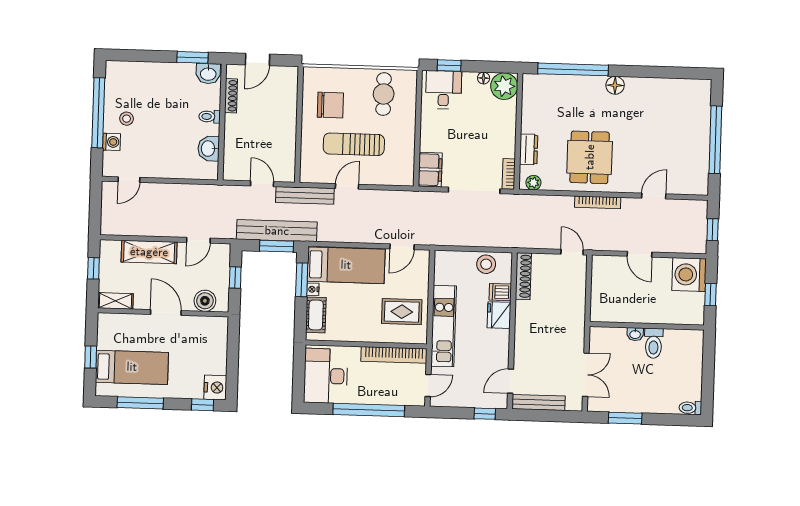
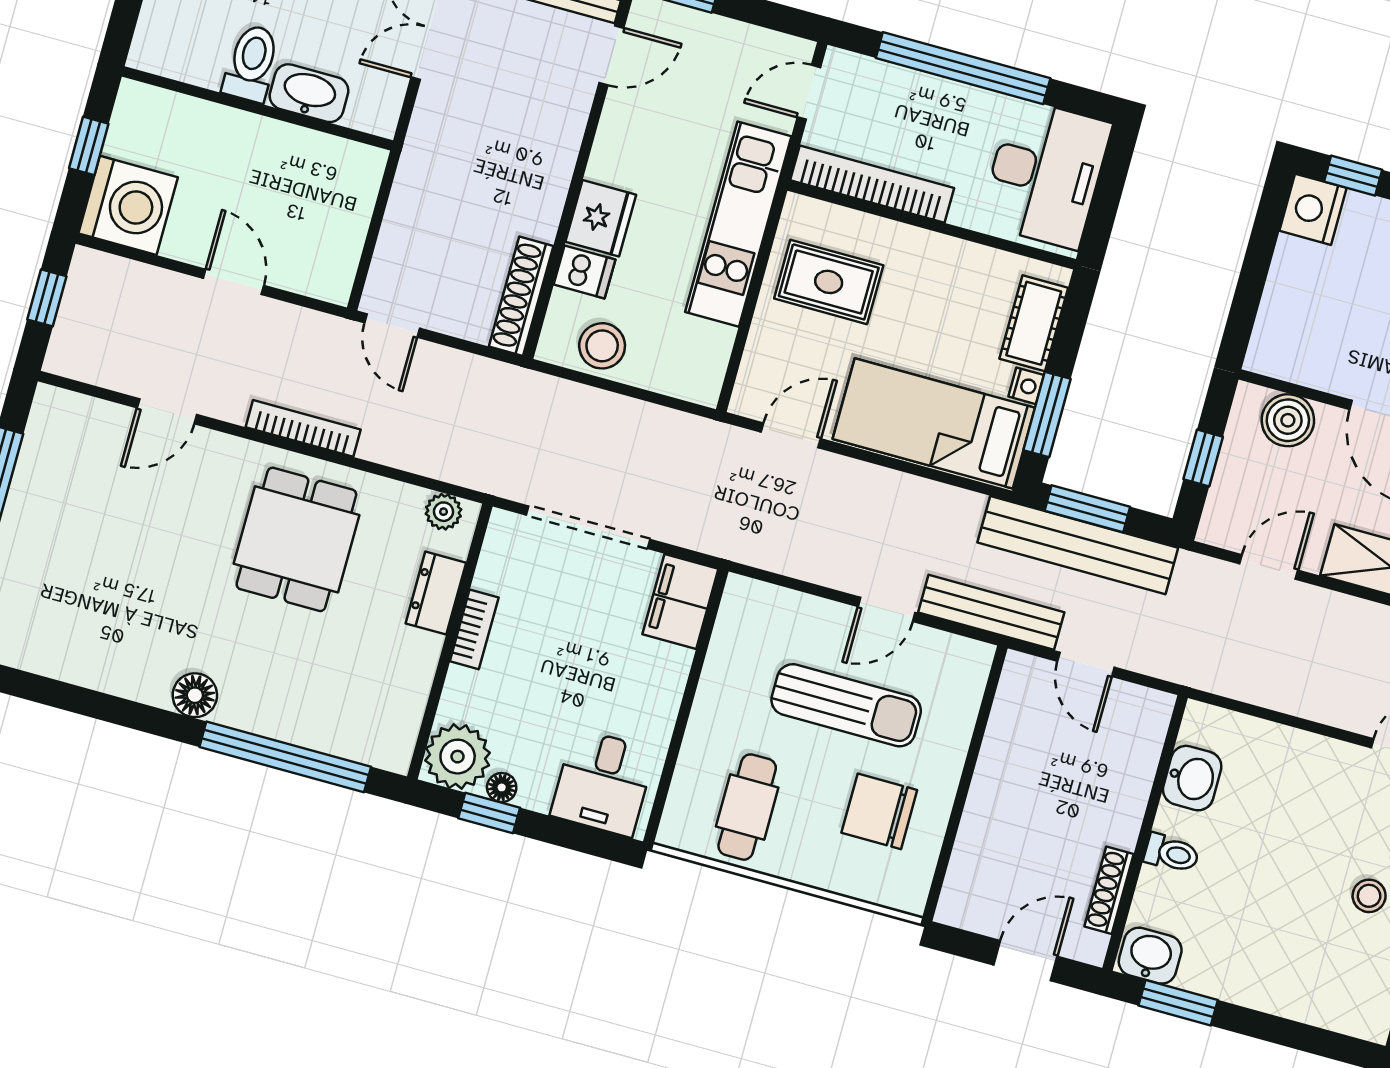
window: (449, 66) -> (489, 813), moved
bookcase: (509, 174) -> (474, 629), moved
washbasin: (635, 334) -> (309, 93), width x1.91, depth x1.45

